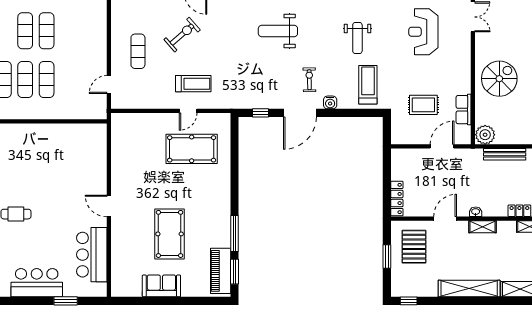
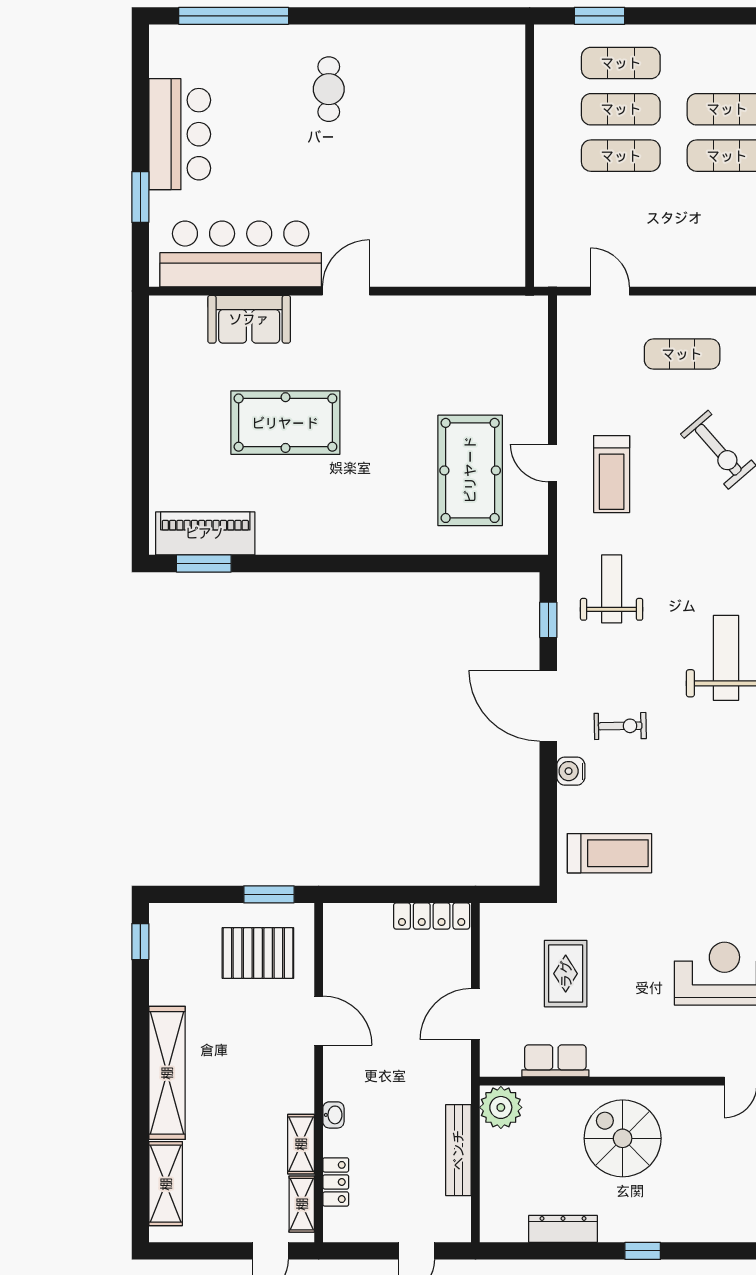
weight bench: (357, 38) -> (612, 589), moved, turned 90
spiral stairs: (499, 79) -> (623, 1138), turned 180
door: (442, 146) -> (475, 1014), swing flipped
locker: (397, 199) -> (432, 916), moved
washbasin: (476, 212) -> (333, 1115), moved
shelving: (483, 227) -> (301, 1144), moved
window: (234, 233) -> (287, 563), removed
bar counter: (92, 255) -> (241, 254), width x1.36
window: (387, 256) -> (269, 894), moved
sofa: (161, 286) -> (249, 319), moved, turned 90

